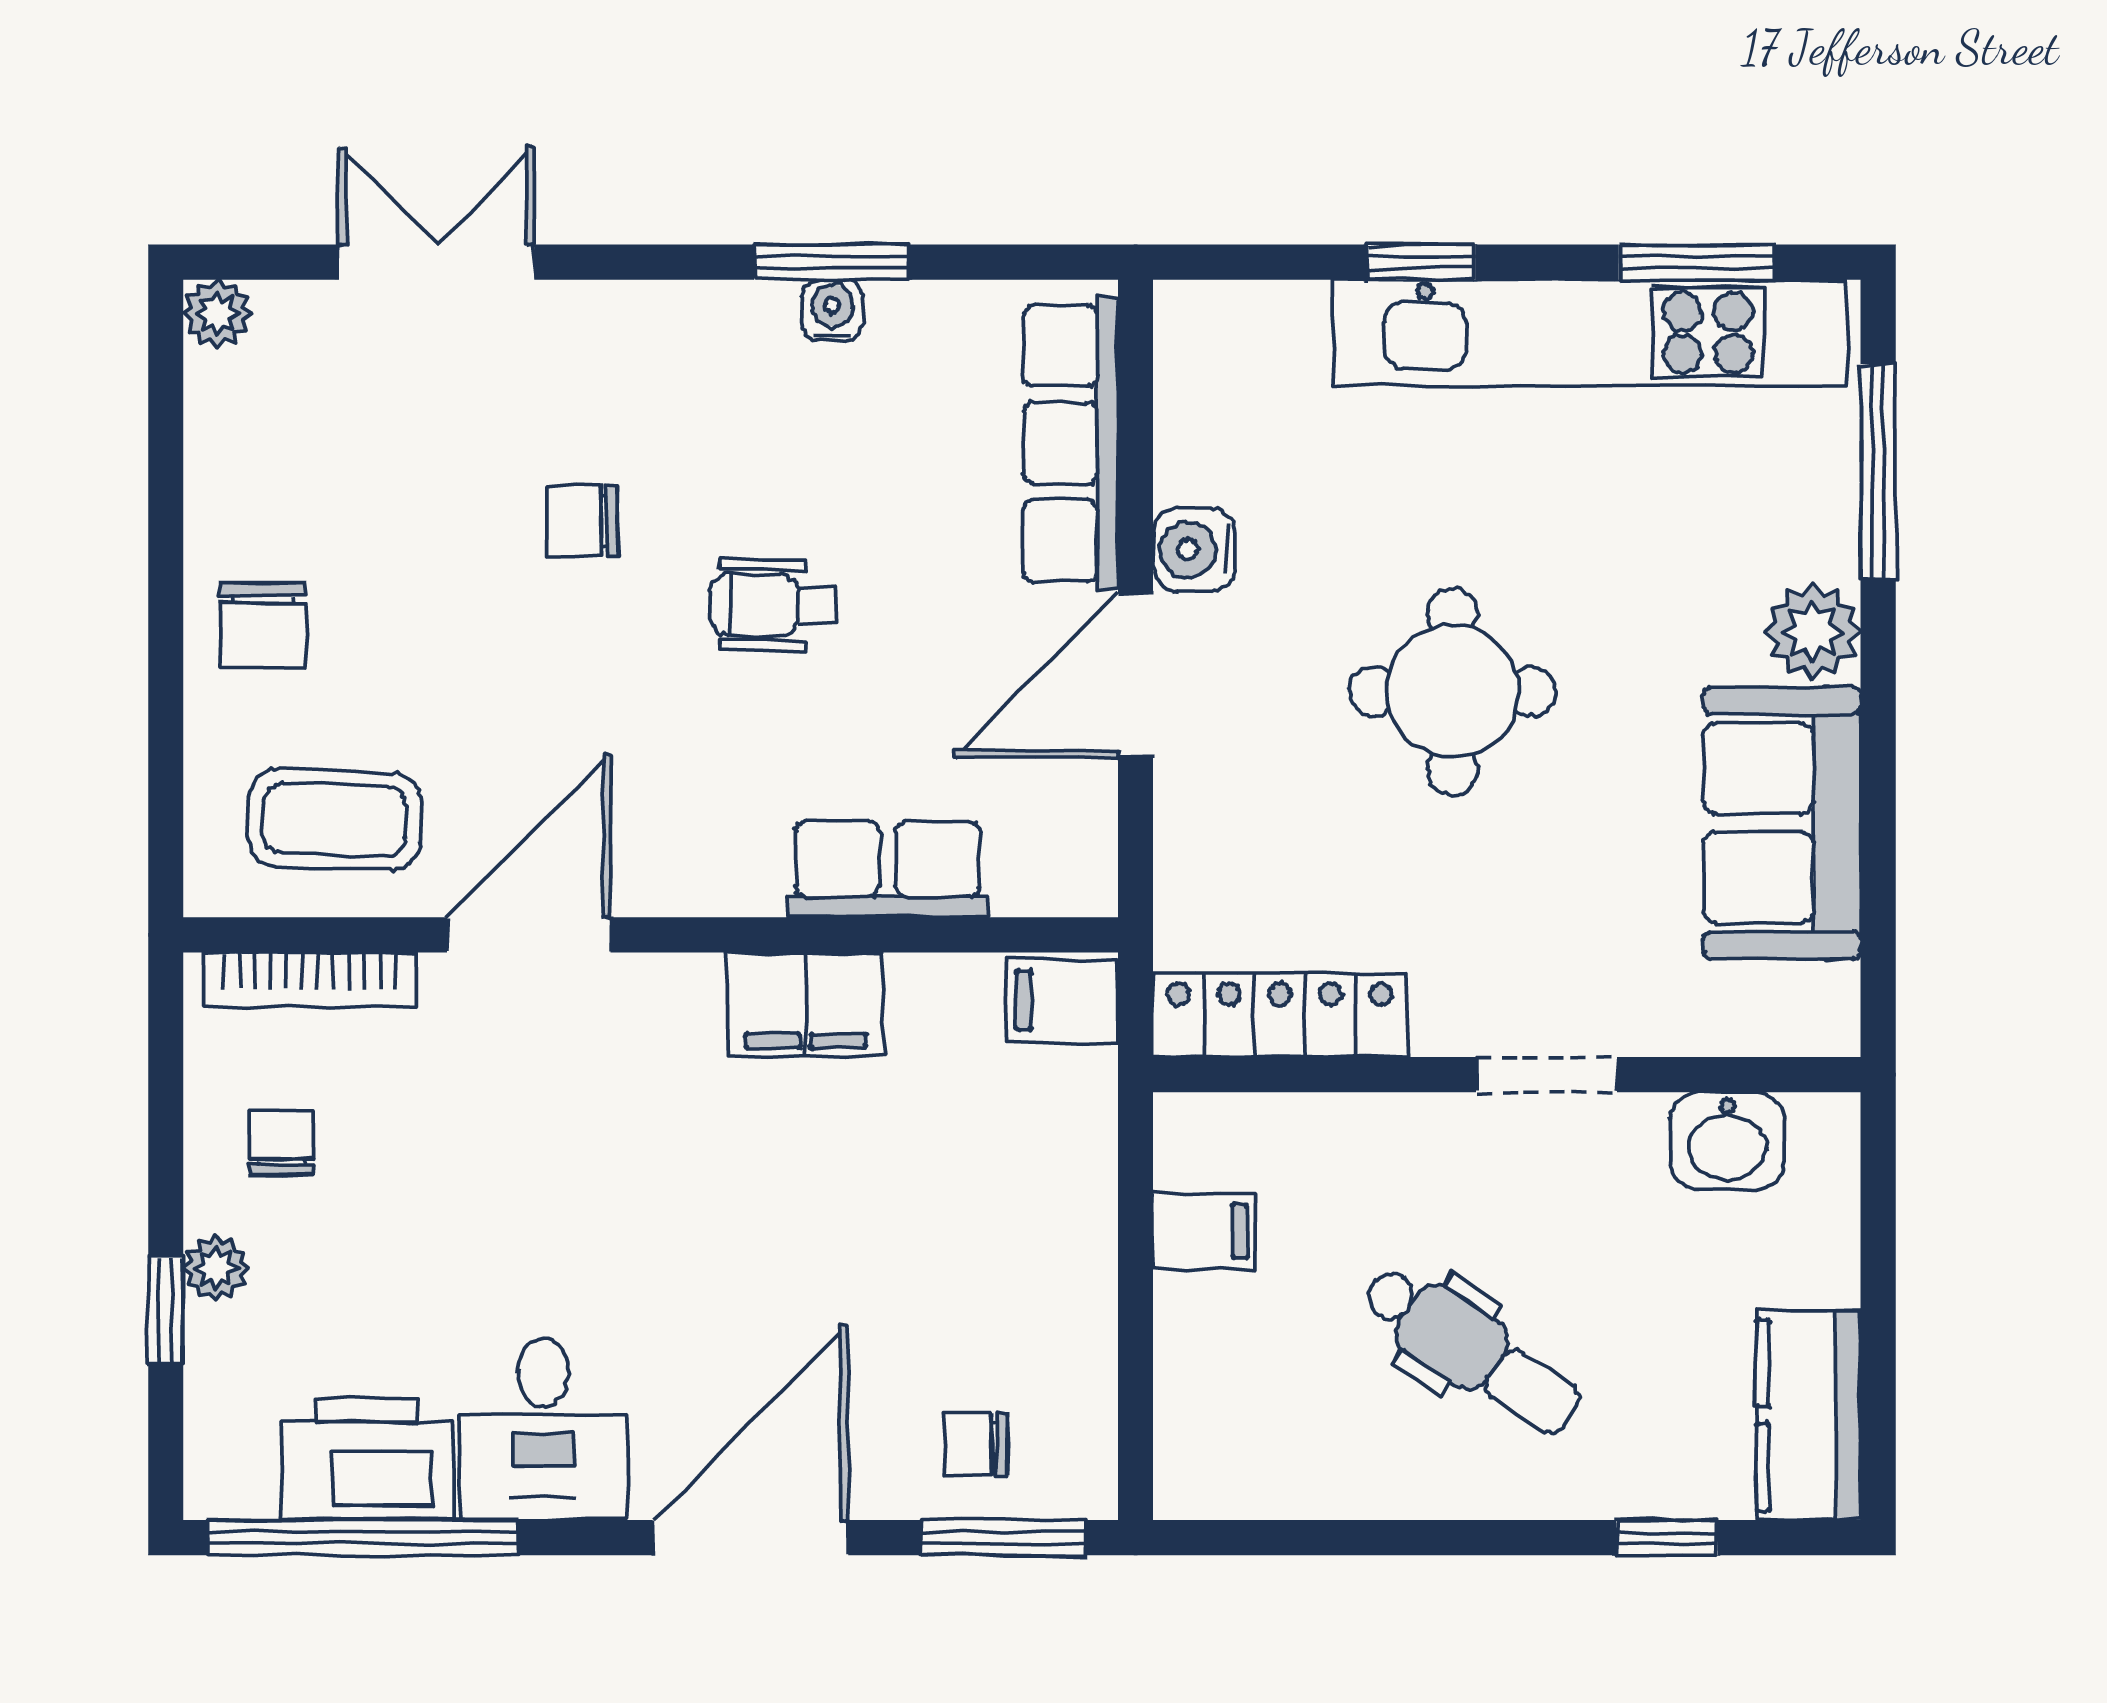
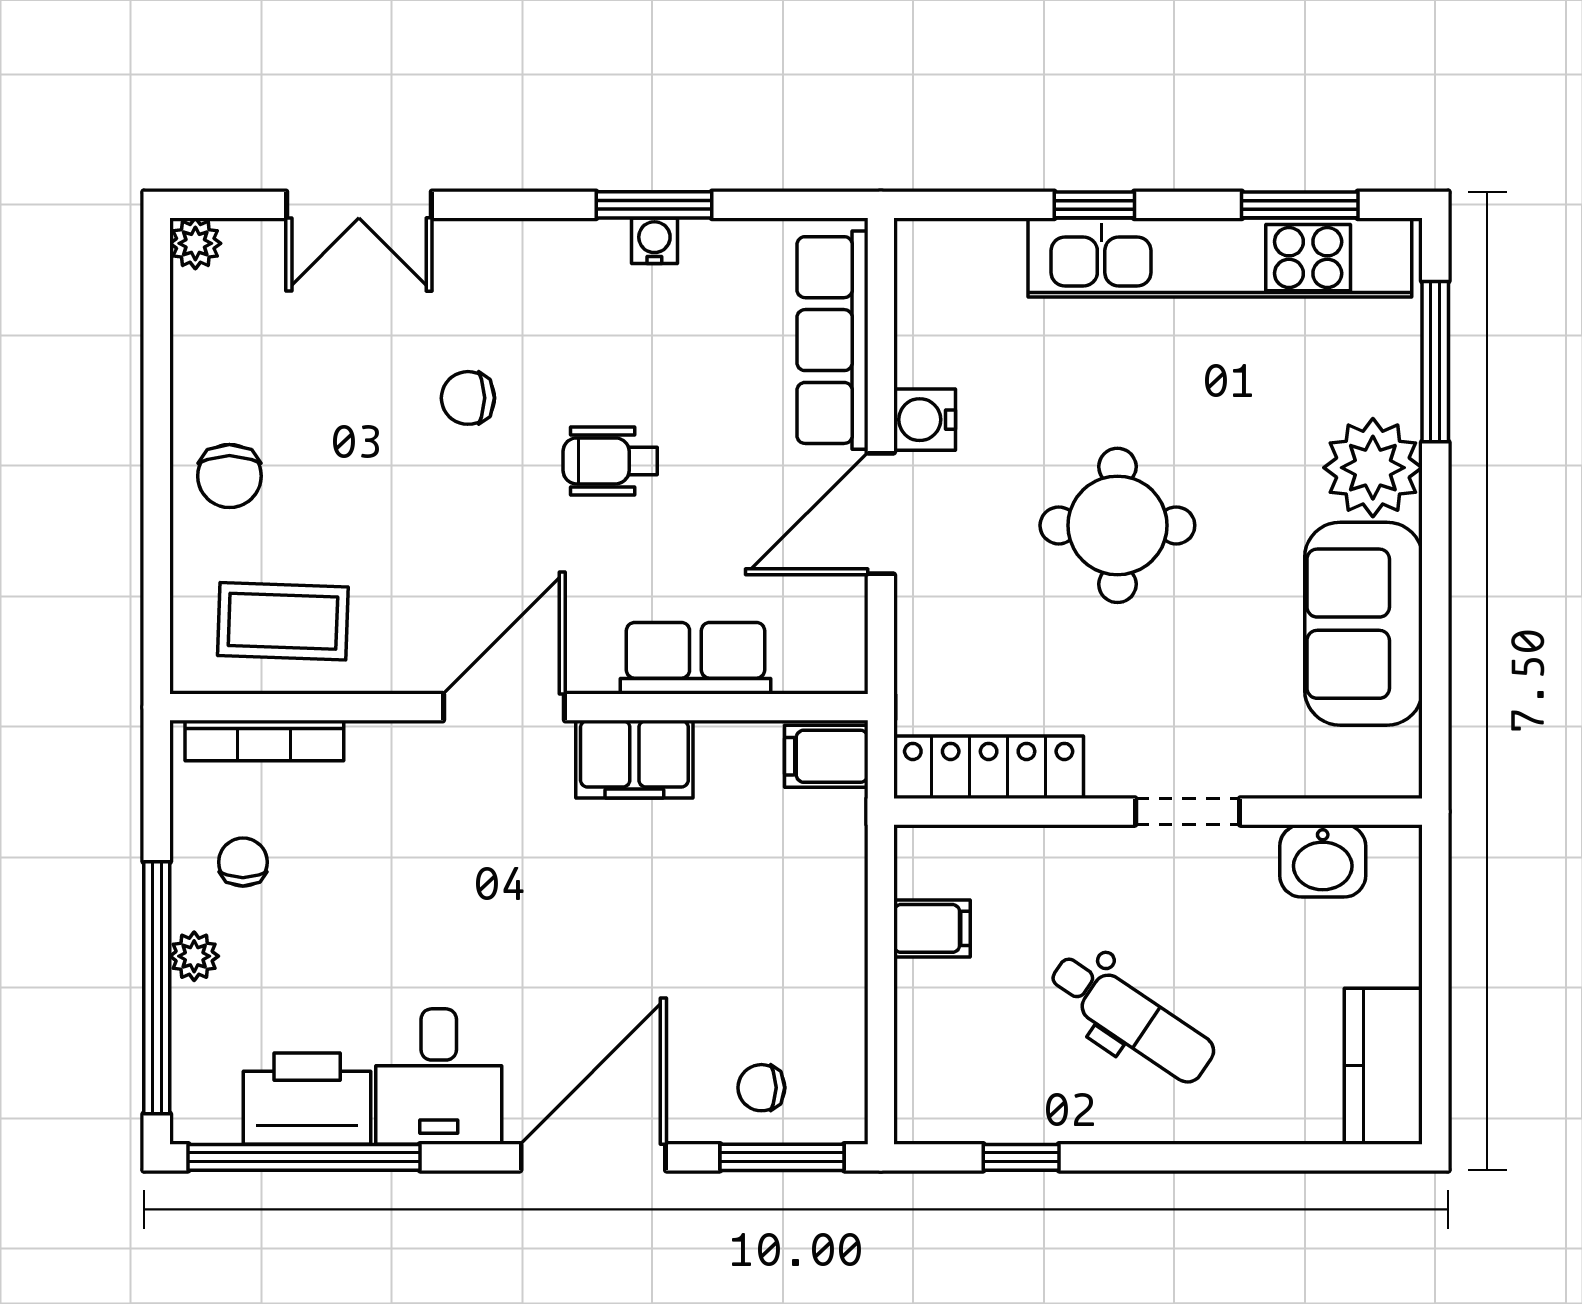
double door: (437, 262) -> (359, 205), swing flipped
plant: (1812, 632) -> (1373, 468), width x1.36, depth x1.36
door: (529, 935) -> (504, 707), moved
window: (166, 1311) -> (157, 988), width x3.17
window: (1667, 1538) -> (1021, 1157), moved

